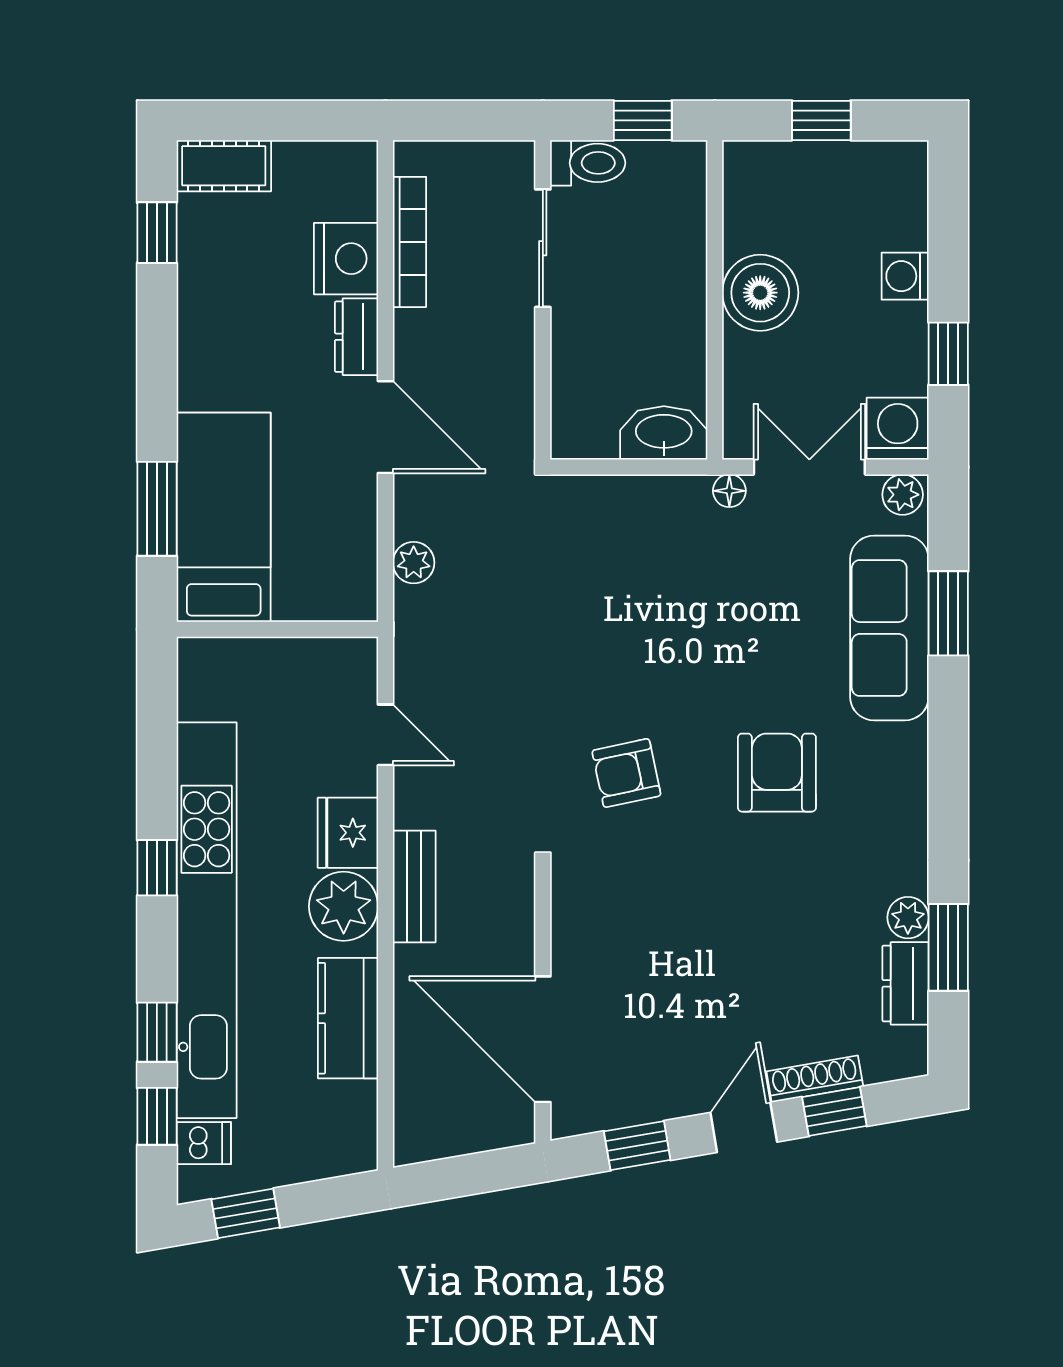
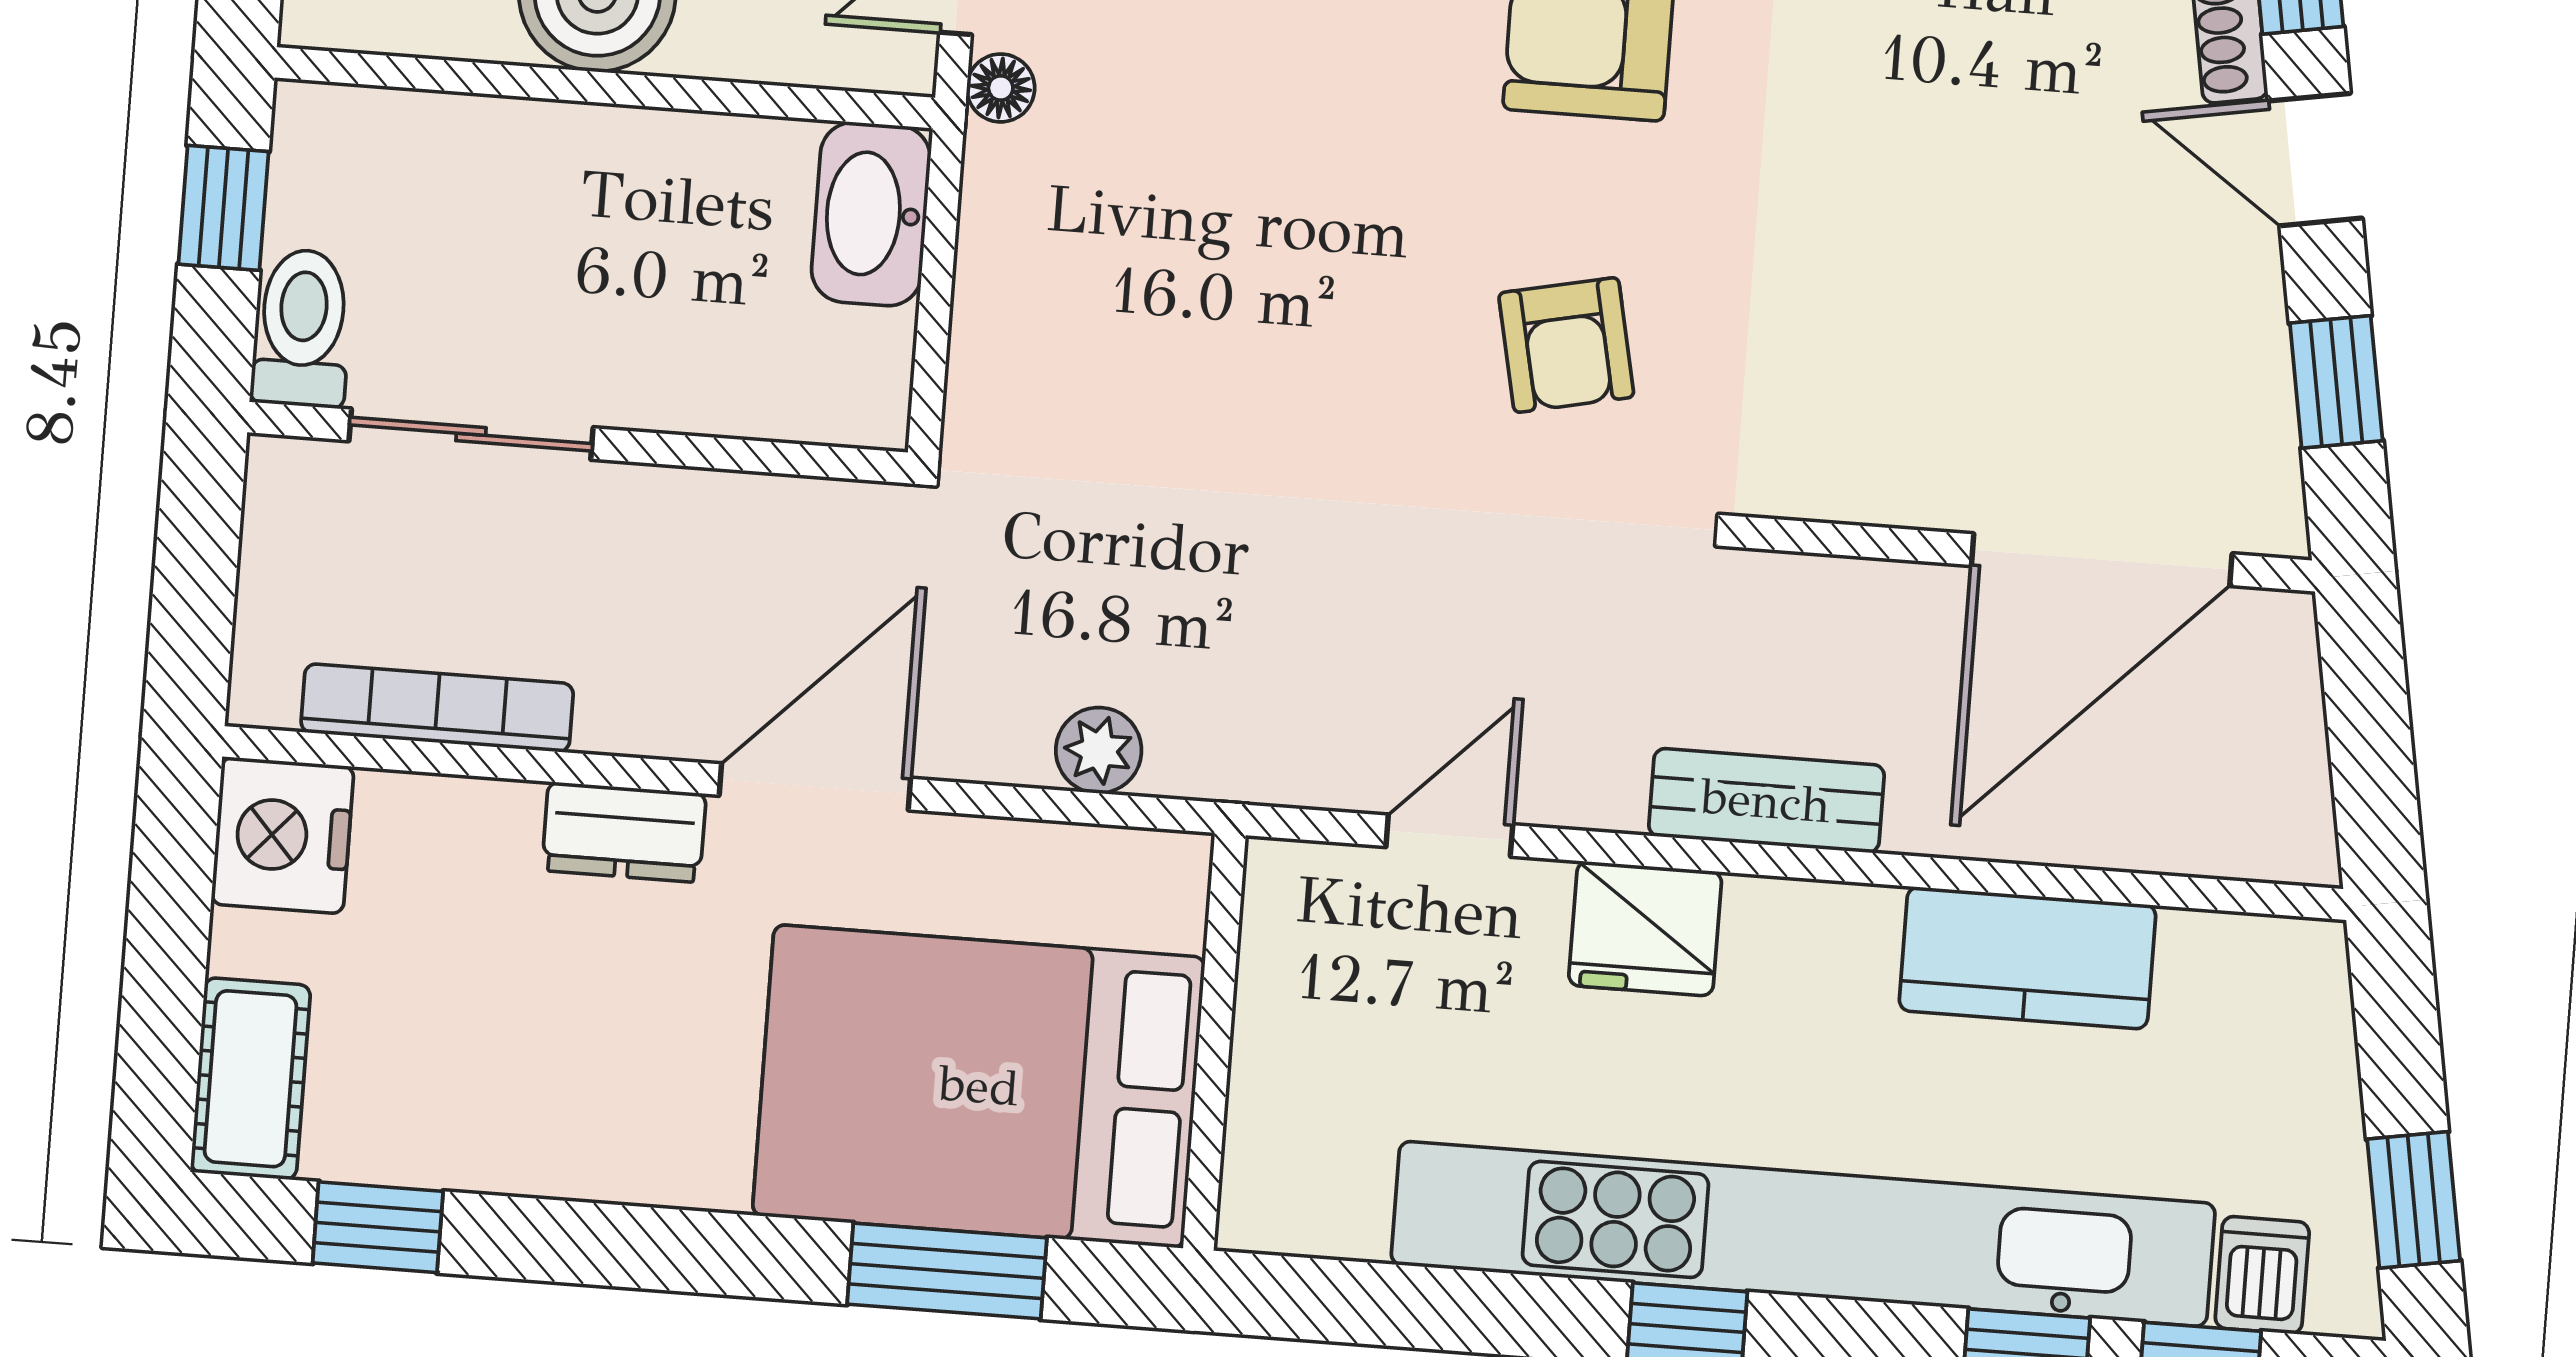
nightstand: (346, 259) -> (282, 835), moved, turned -90
bed: (224, 517) -> (979, 1086), width x1.50
plant: (344, 906) -> (1796, 949), removed

